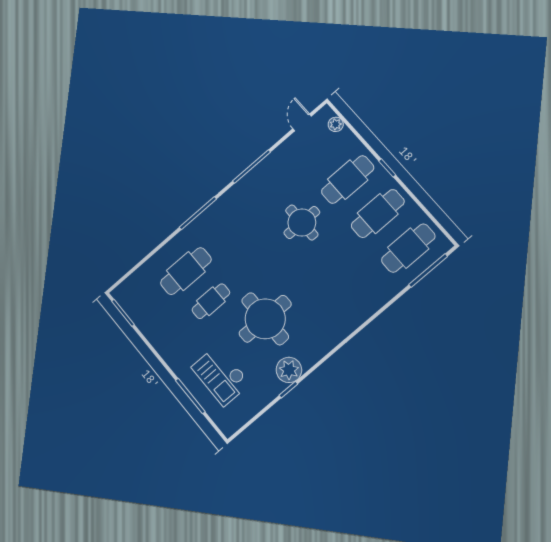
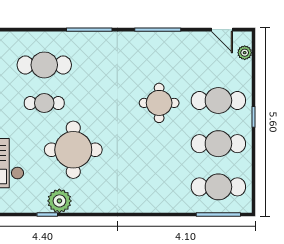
door: (302, 122) -> (222, 30), swing flipped

